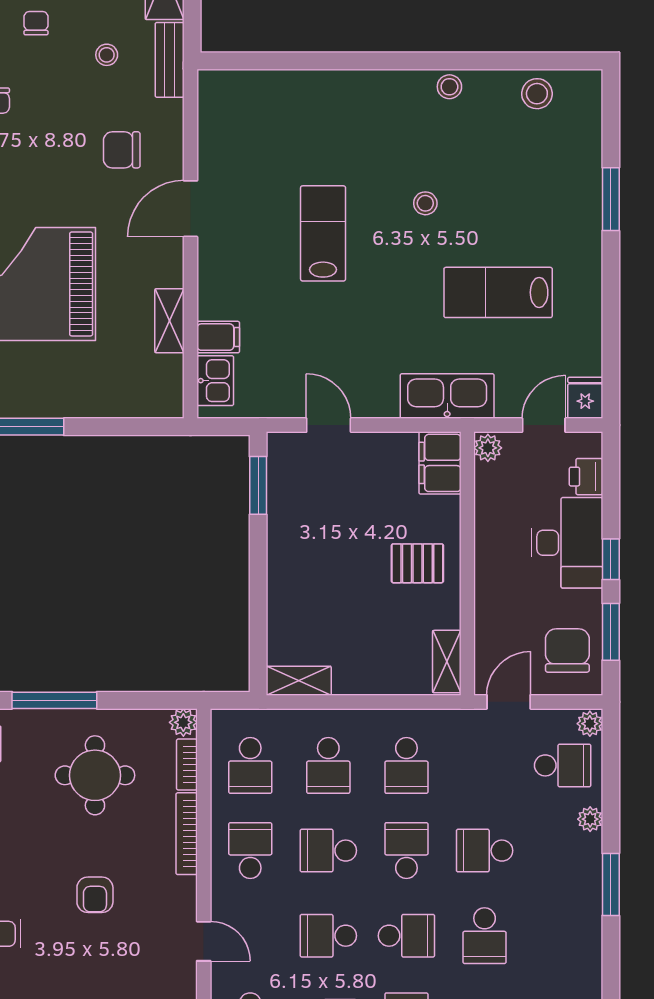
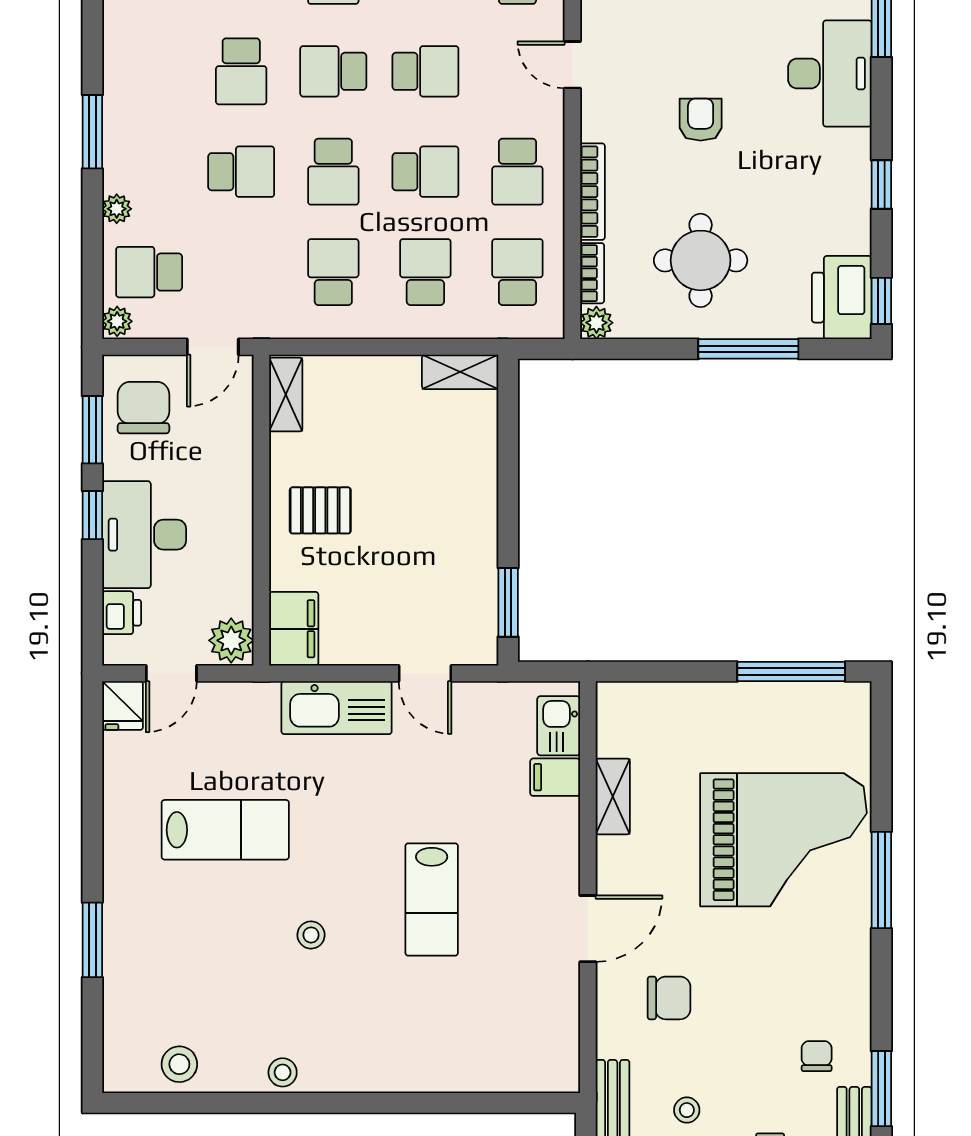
kitchen sink: (447, 396) -> (337, 708), moved
plant: (488, 448) -> (231, 640), width x1.38, depth x1.38
chair: (567, 650) -> (143, 408), turned 180
school desk: (485, 936) -> (241, 71), turned 180

